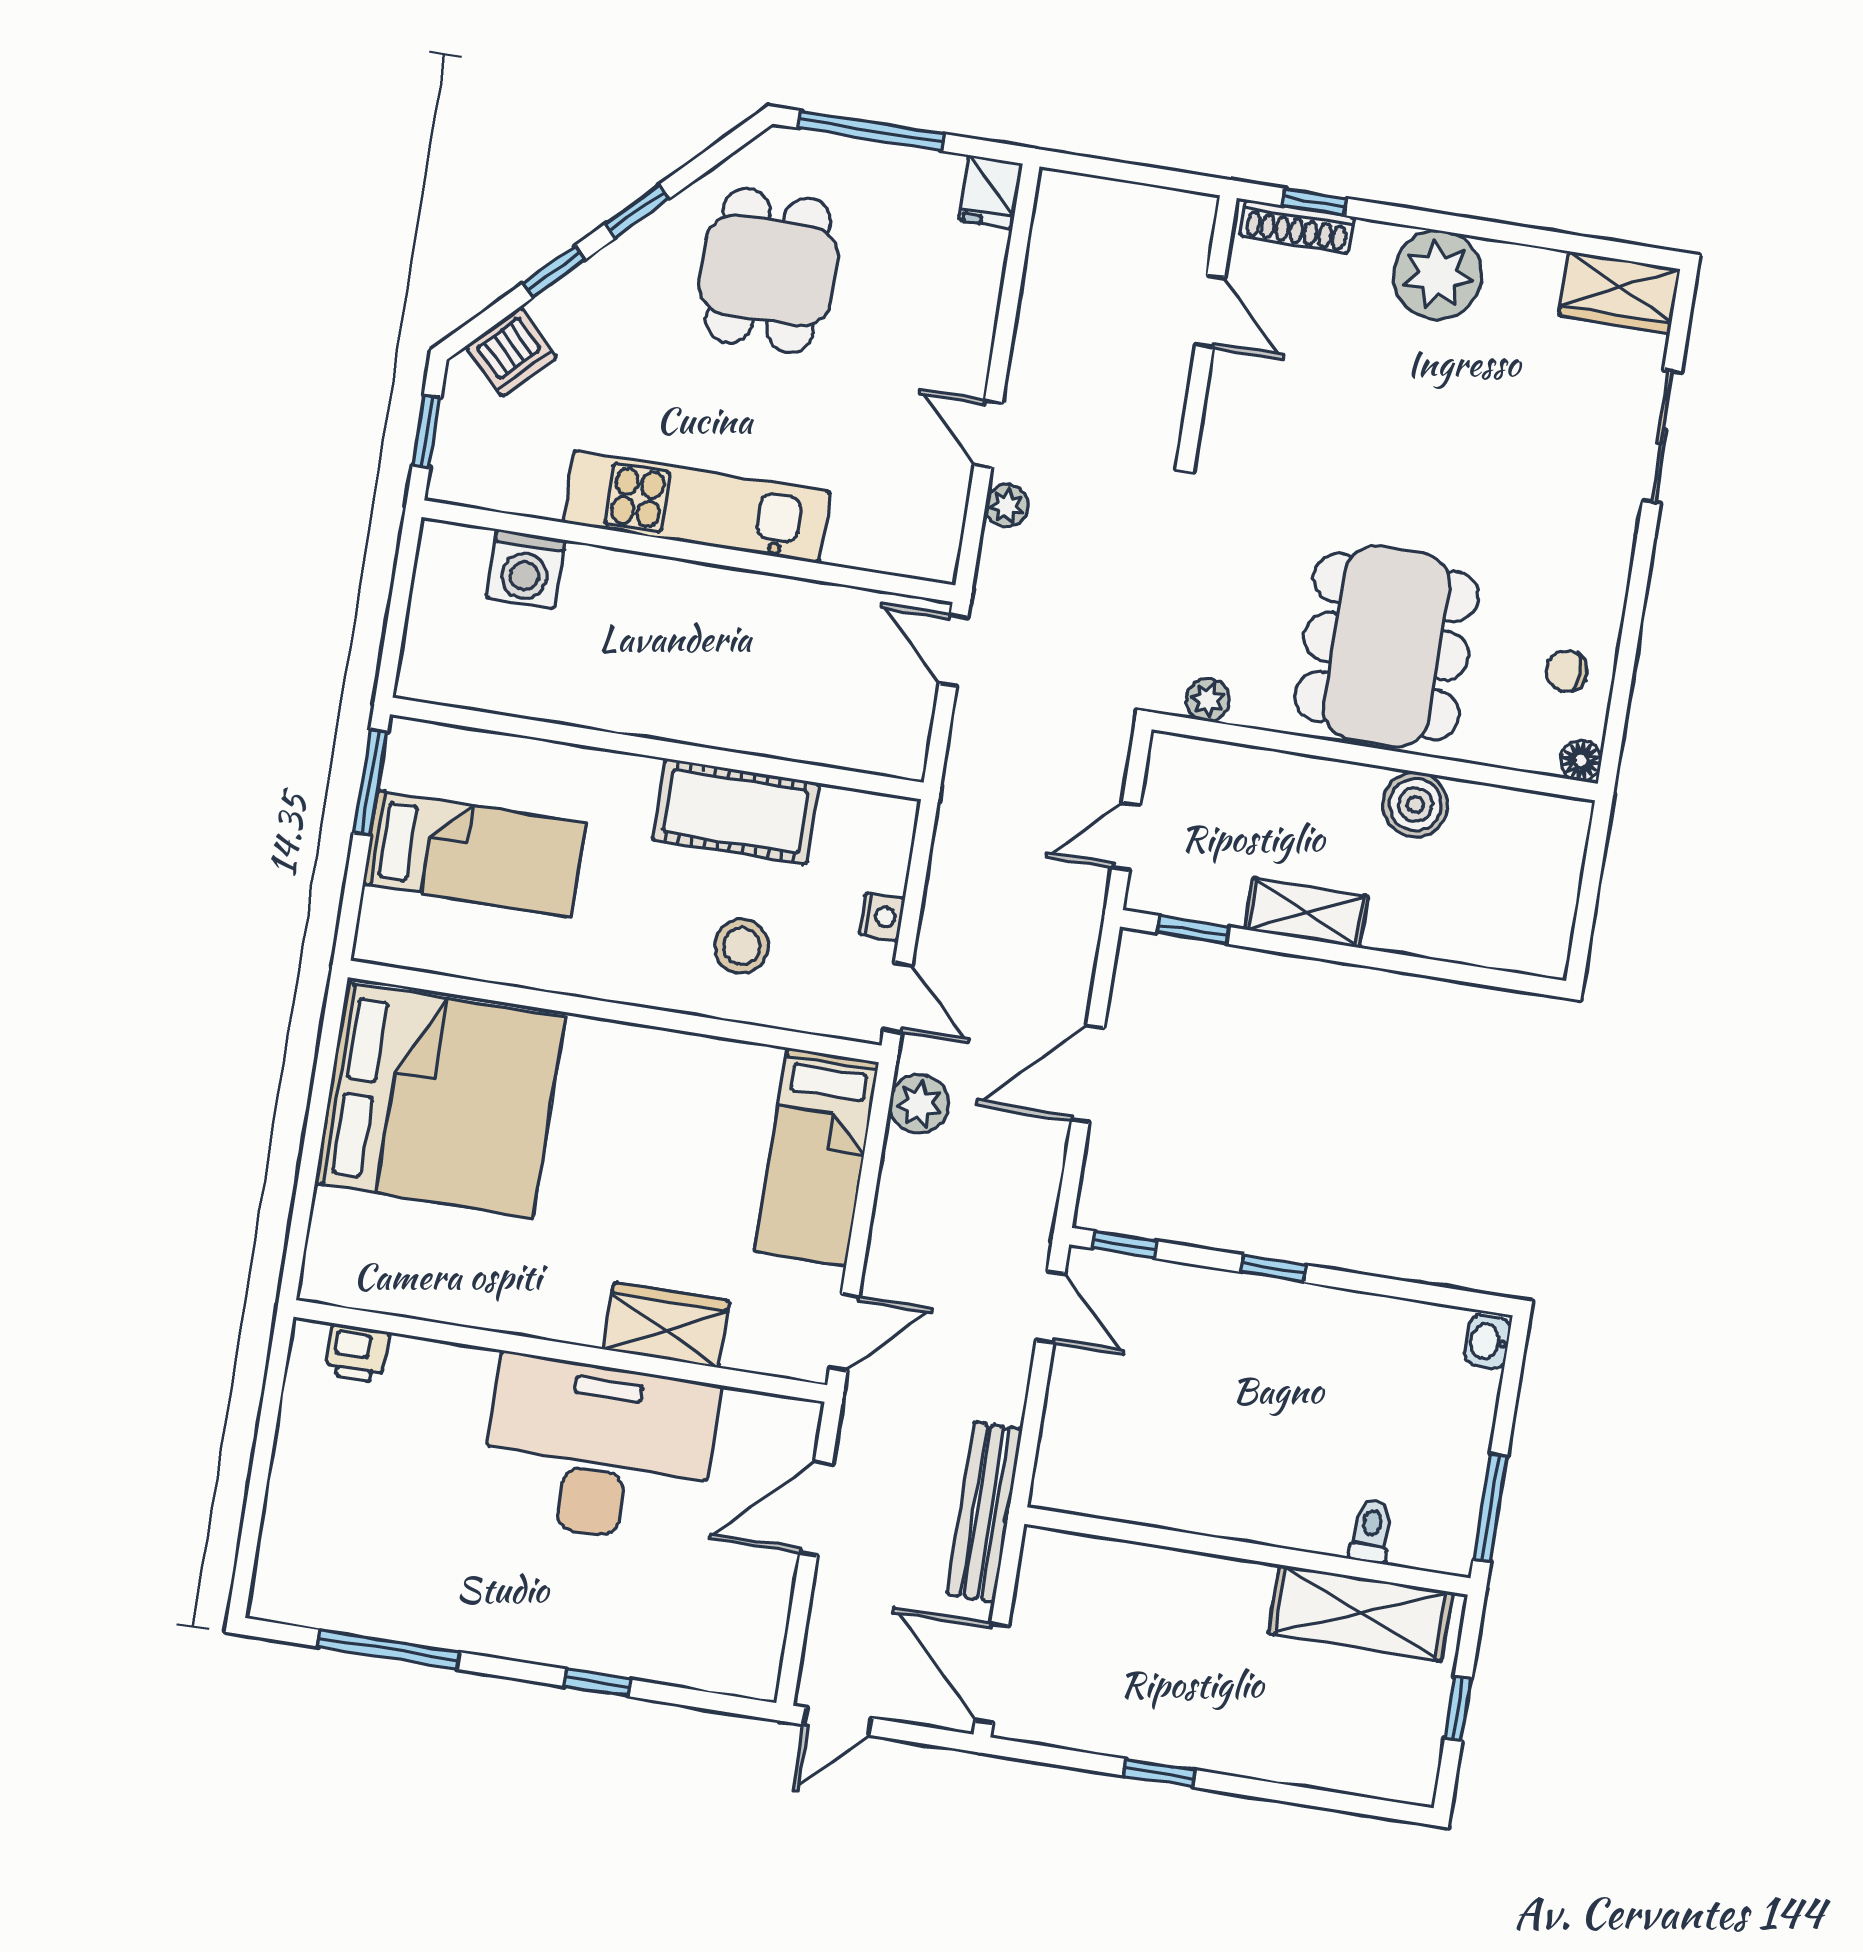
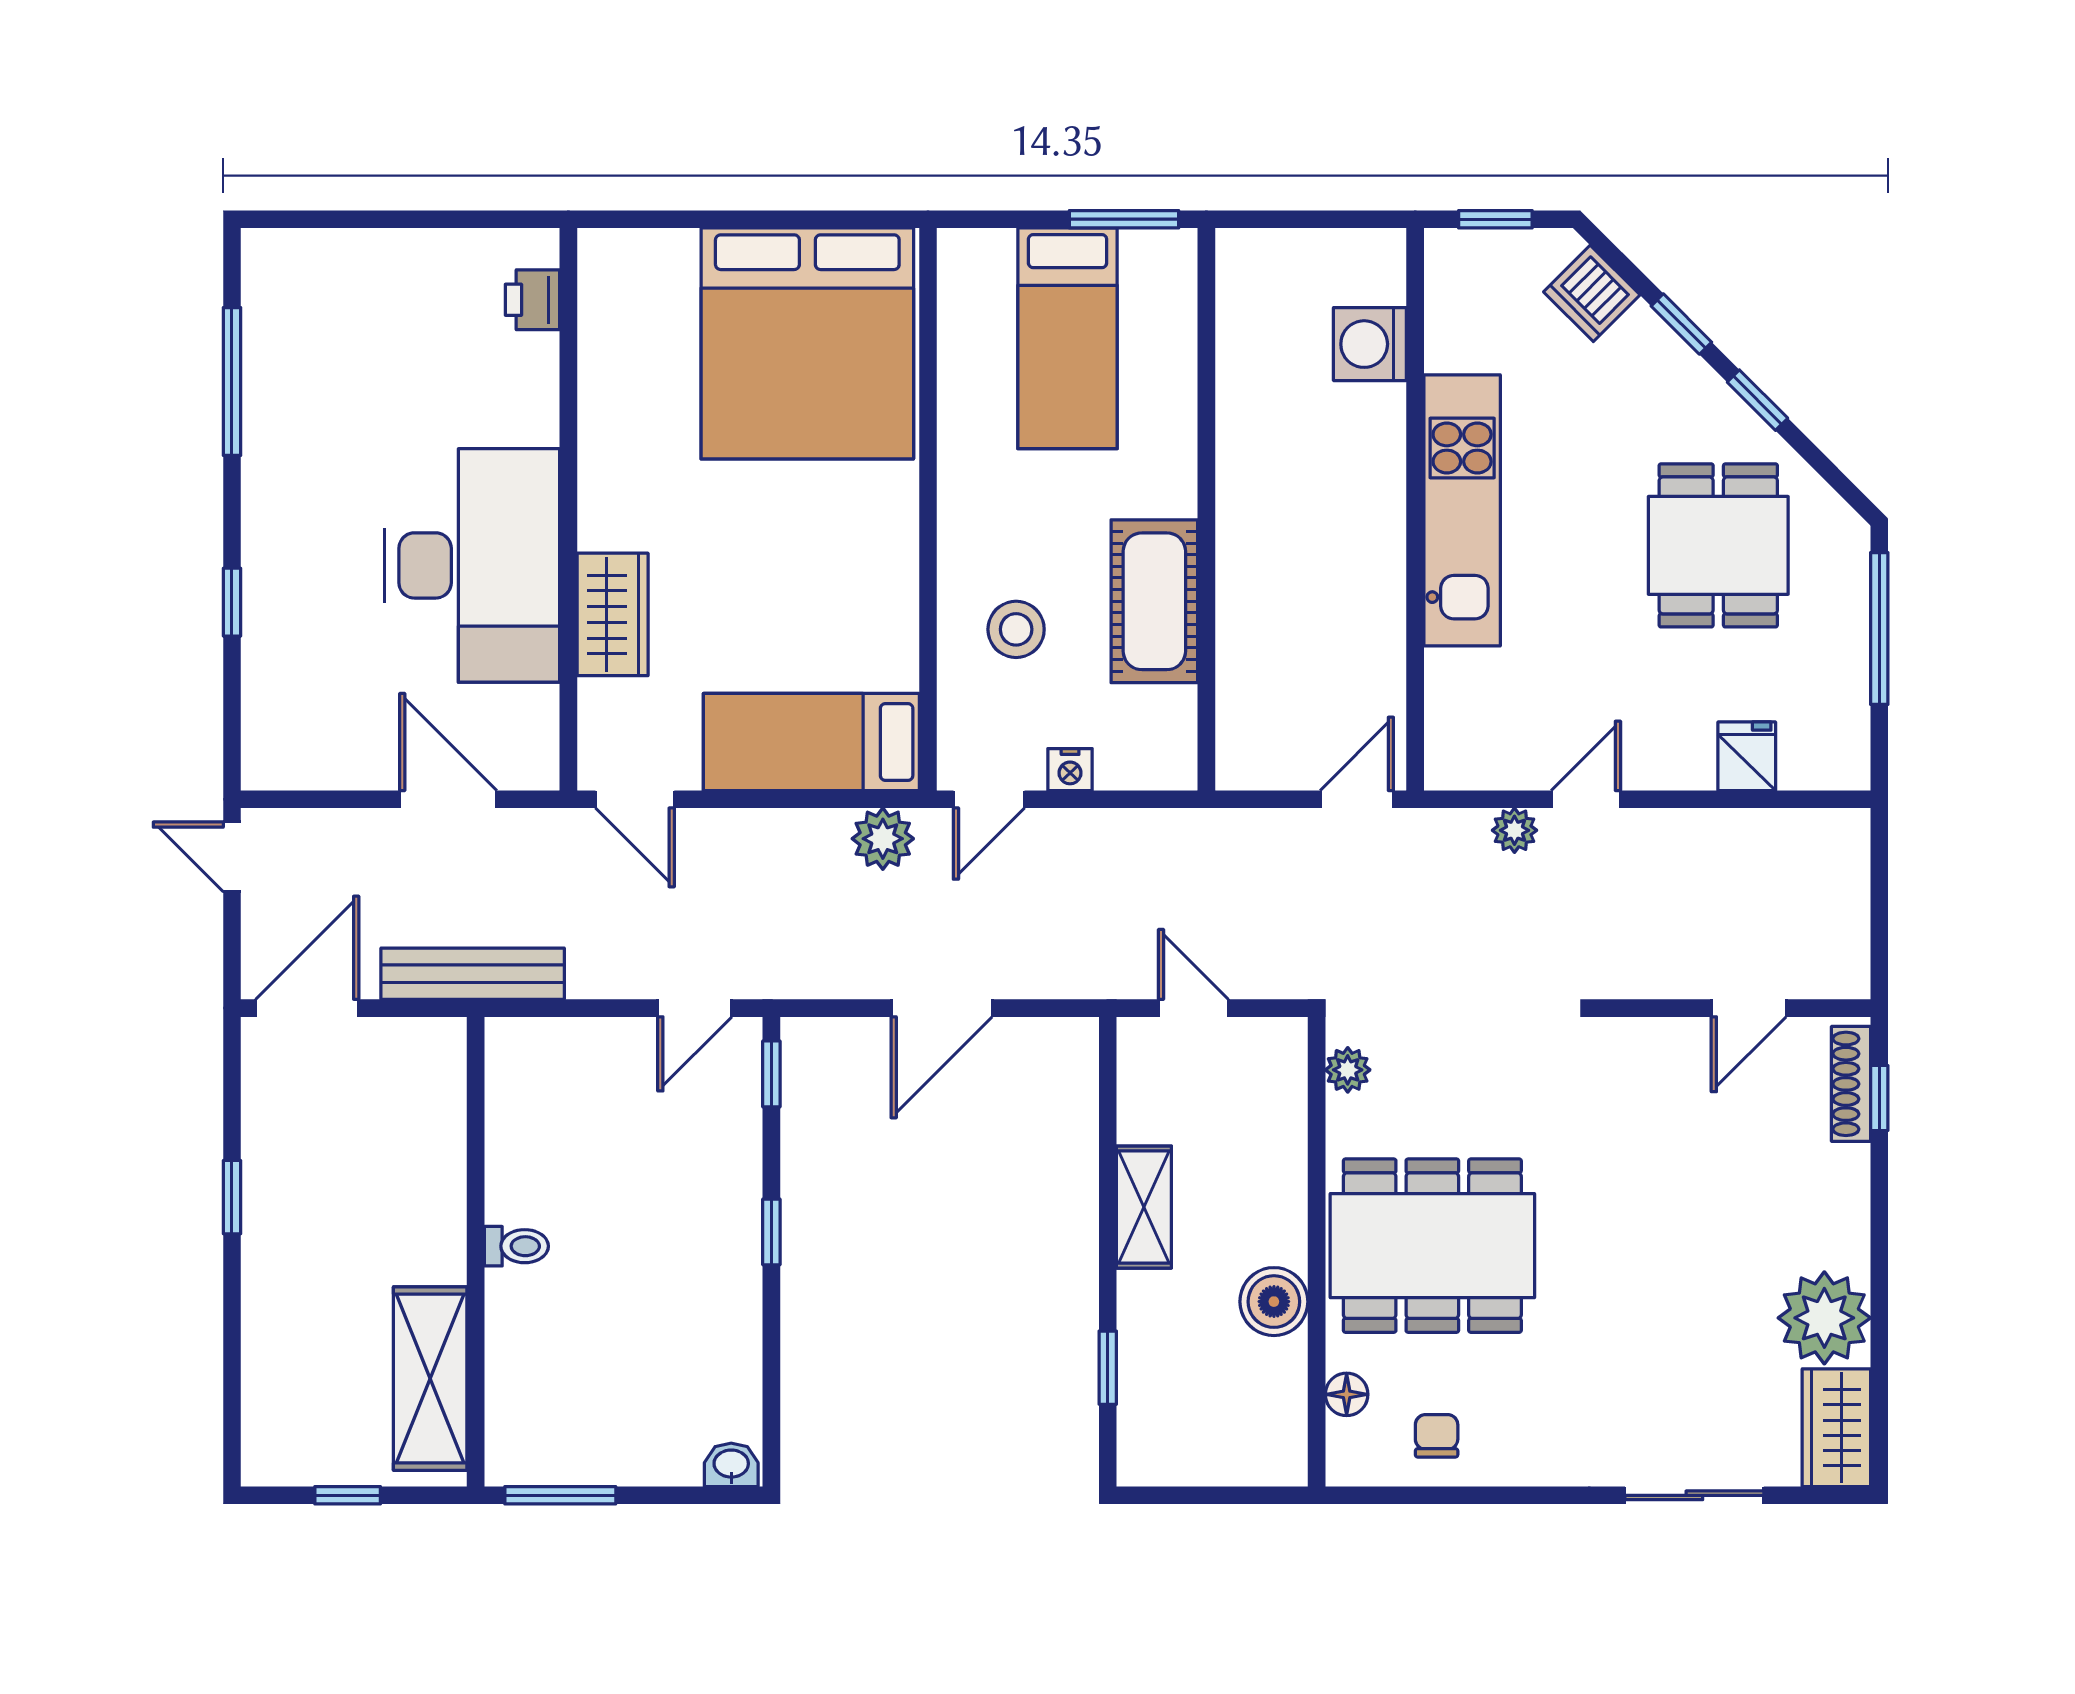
fridge: (991, 192) -> (1747, 756), moved, turned 90
dining table: (768, 270) -> (1718, 545), turned 90
plant: (1437, 275) -> (1824, 1318), moved
floor lamp: (1581, 761) -> (1347, 1394), moved
window: (1193, 930) -> (1108, 1368), moved
door: (1088, 1074) -> (942, 1008), swing flipped
toilet: (1371, 1531) -> (516, 1246), moved

